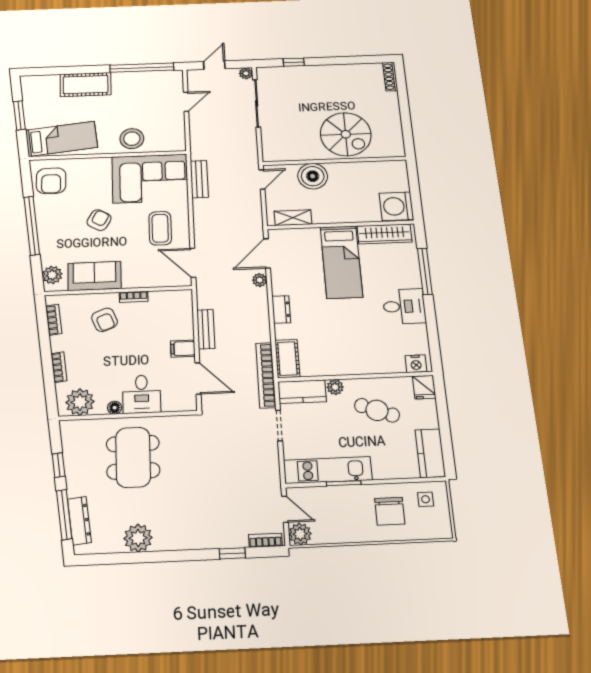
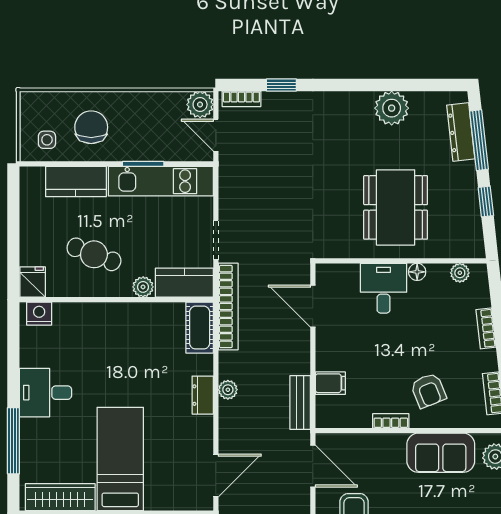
plant: (260, 280) -> (228, 390), moved
armchair: (105, 320) -> (428, 391), turned 180
bench: (206, 329) -> (300, 403), moved
filing cabinet: (183, 349) -> (330, 383), moved
plant: (80, 402) -> (460, 273), width x0.53, depth x0.53
kitchen counter: (430, 453) -> (76, 181), moved, turned 90

